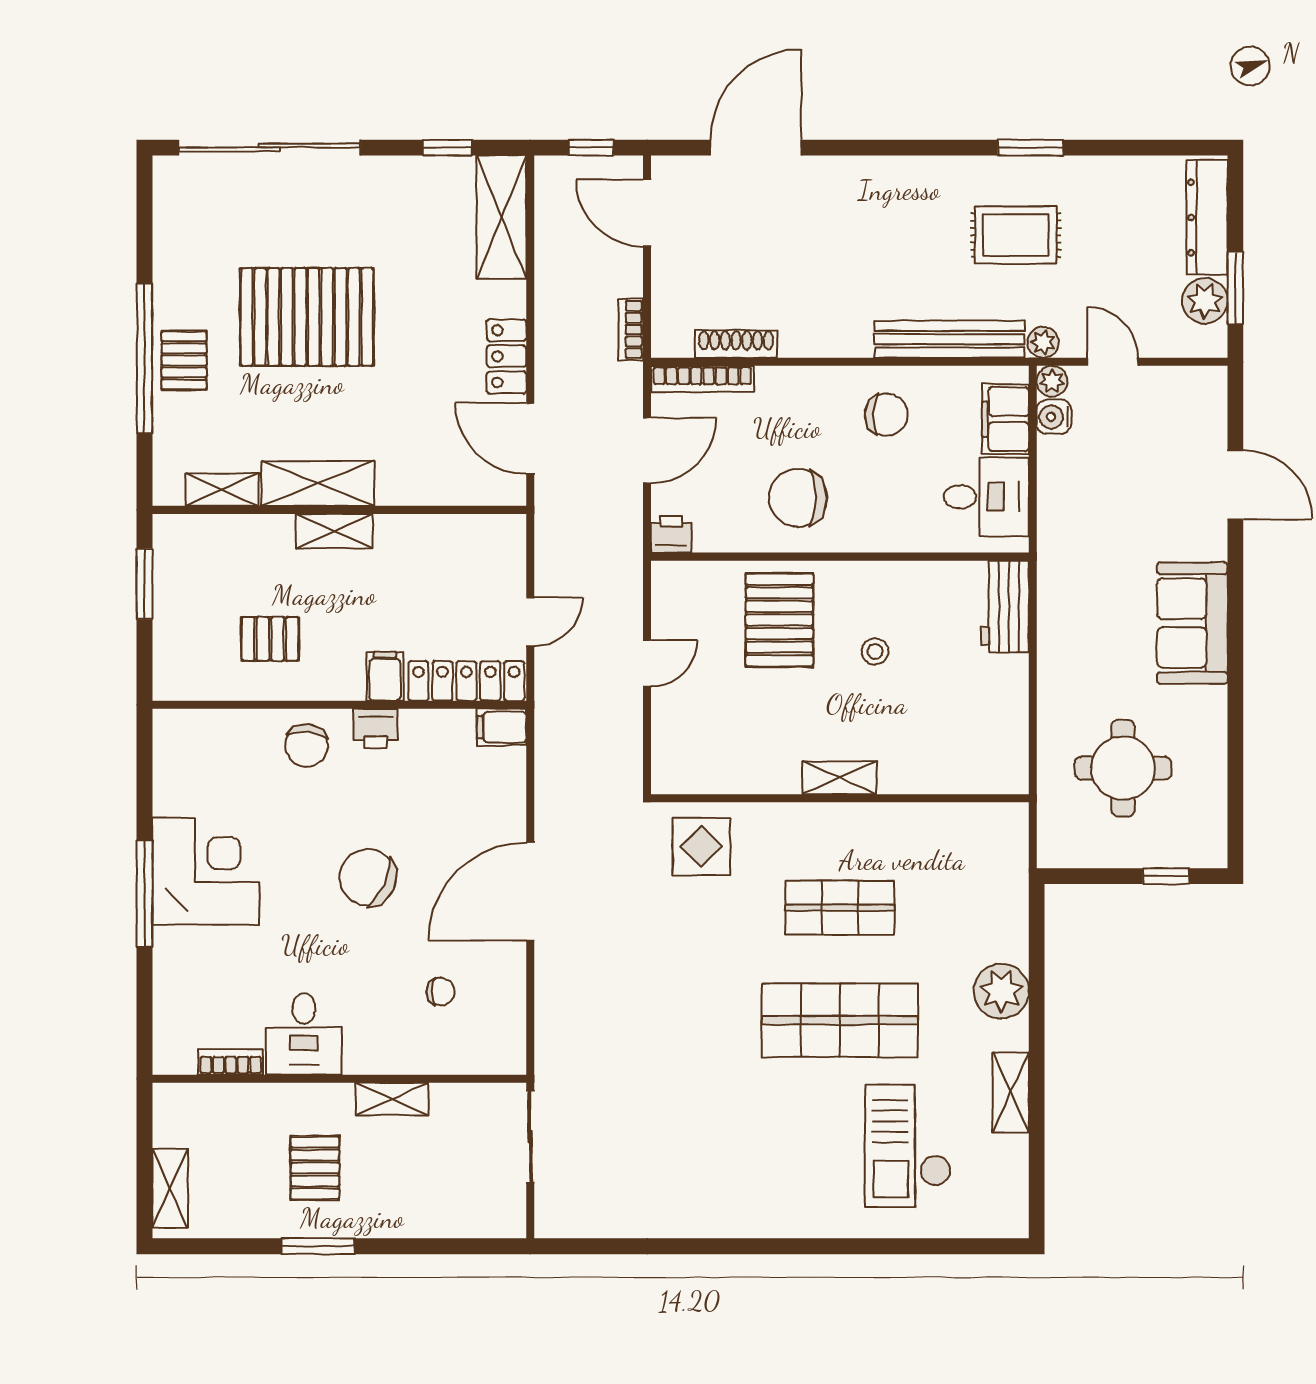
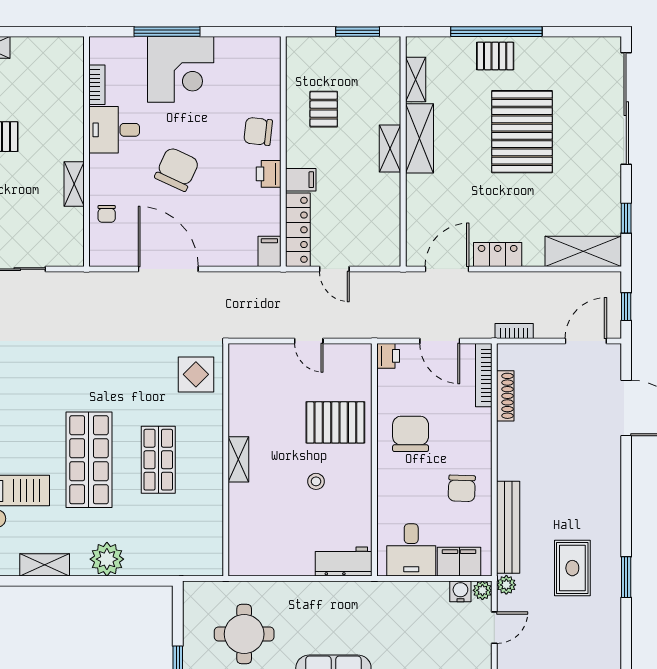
desk: (304, 1034) -> (114, 130), moved
bookcase: (231, 1062) -> (97, 85), moved
wall: (339, 1079) -> (87, 152), moved
shelving: (392, 1099) -> (74, 184), moved

